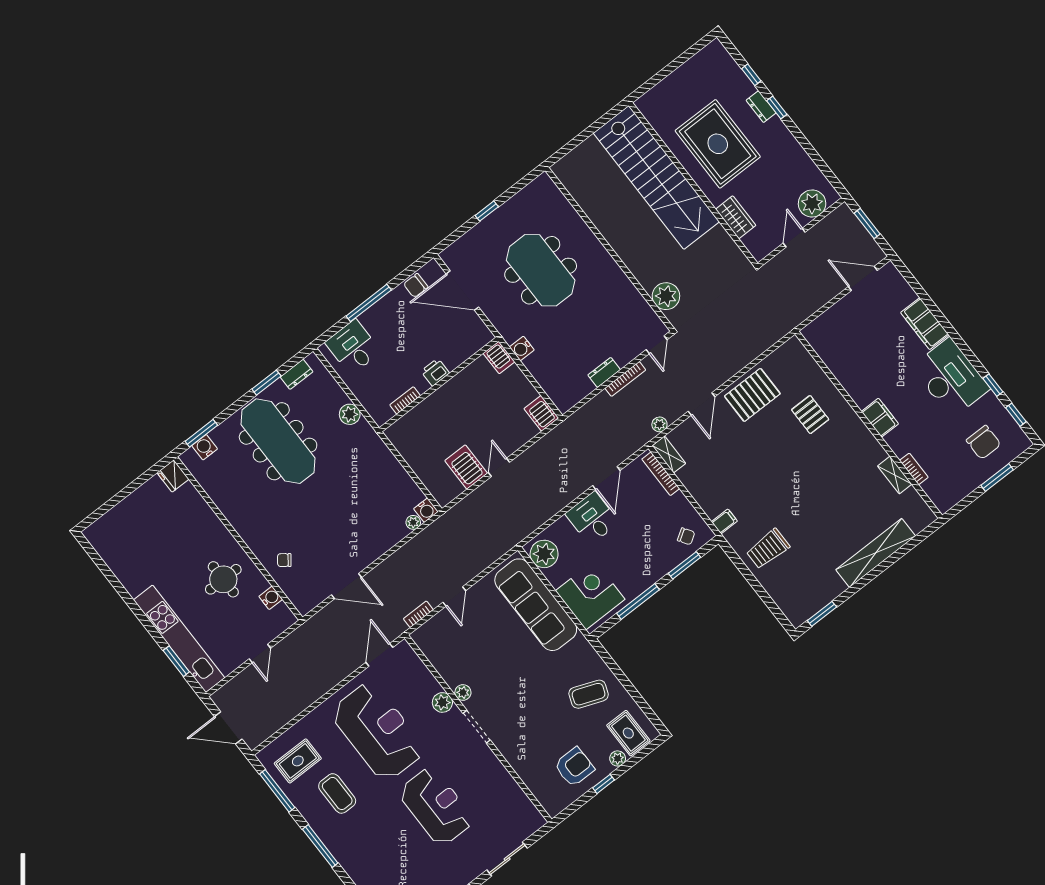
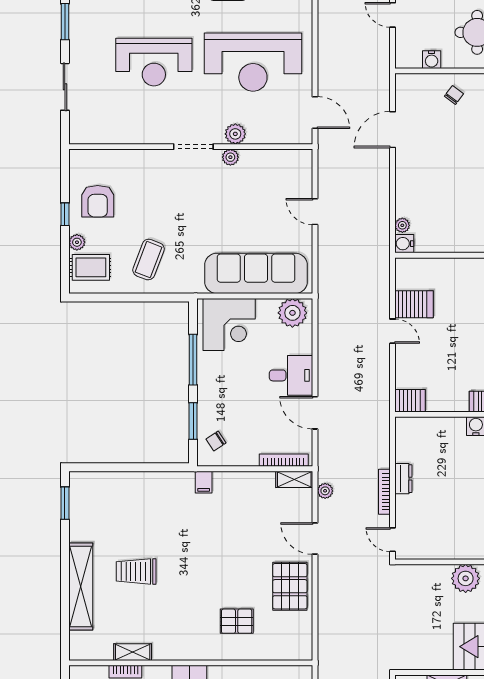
plant: (666, 296) -> (466, 578), moved
trolley: (768, 549) -> (136, 571), moved, turned -90
bookcase: (418, 614) -> (323, 171), removed

